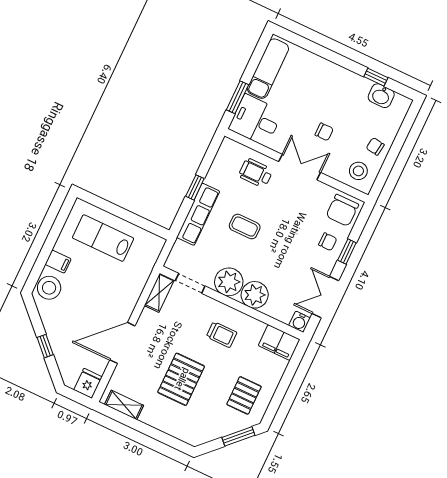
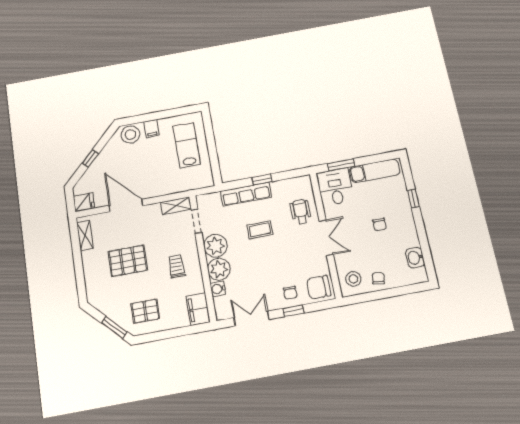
window: (376, 77) -> (413, 199), moved
chair: (324, 132) -> (380, 225), moved
coffee table: (245, 227) -> (260, 230), turned 90
water cooler: (299, 322) -> (218, 289), moved
trolley: (222, 335) -> (177, 266), turned 180

